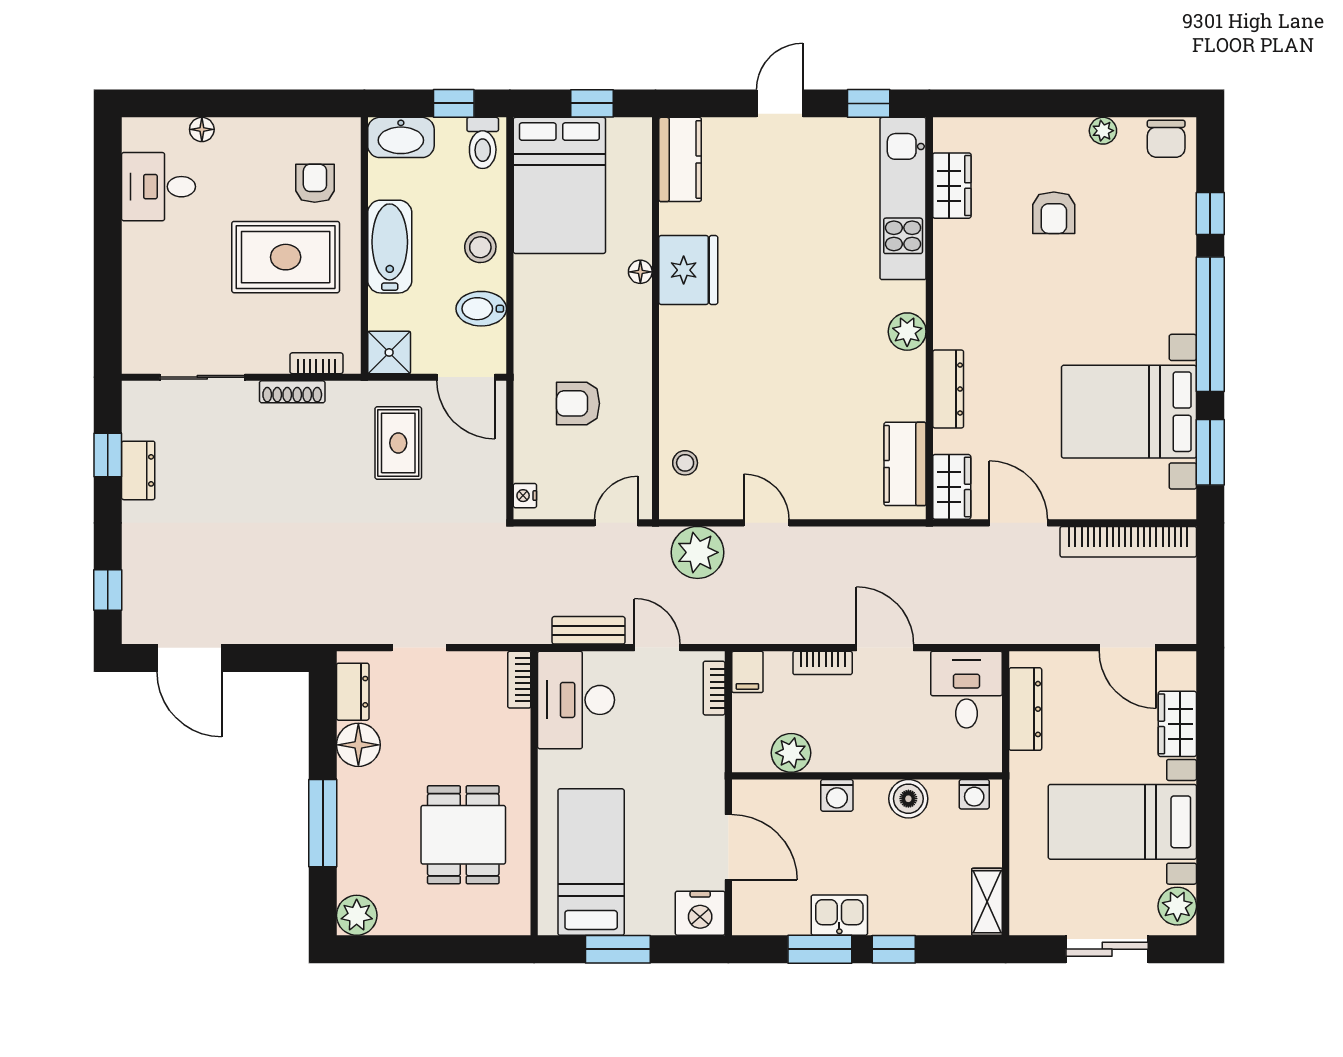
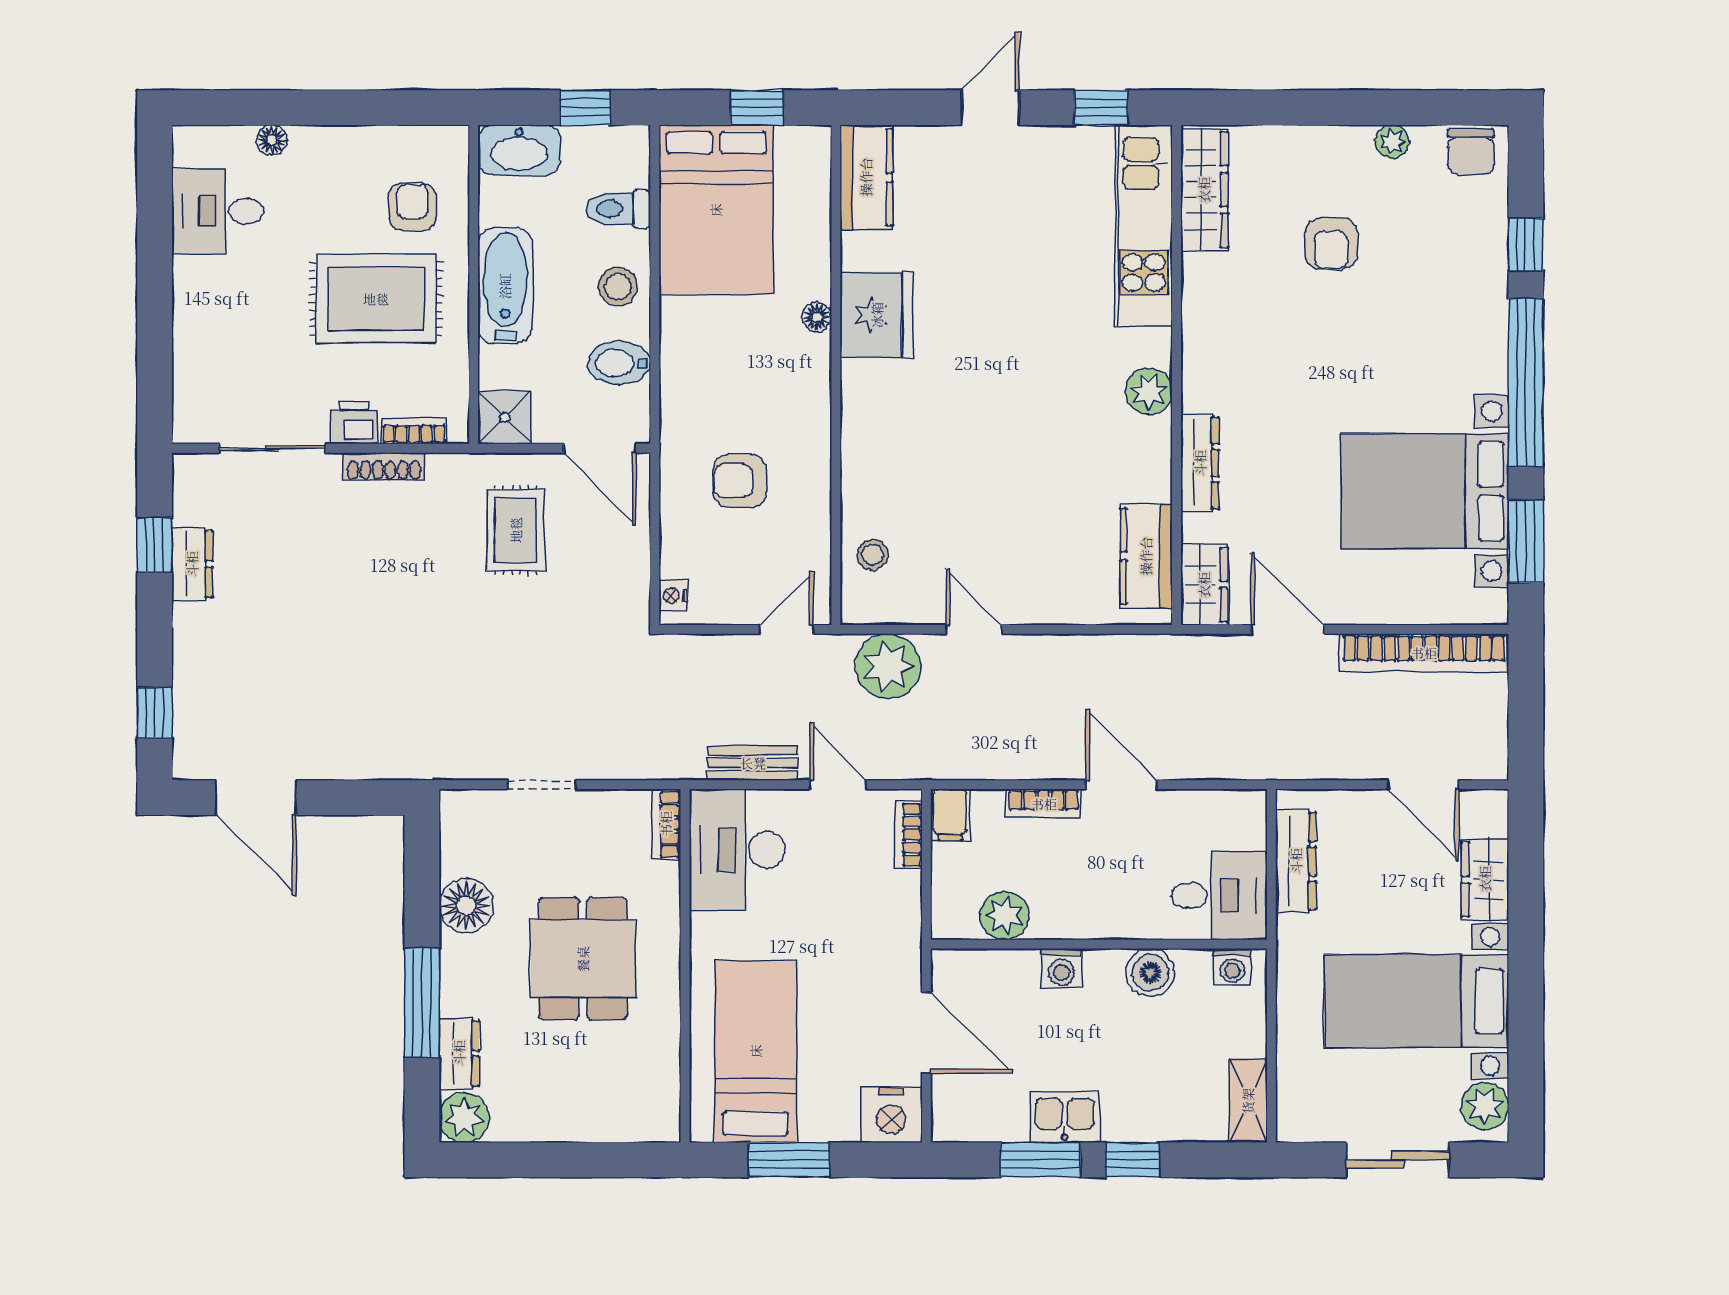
toilet: (483, 143) -> (618, 209), moved, turned 90
wardrobe: (952, 186) -> (1204, 190), width x1.50
printer: (268, 357) -> (354, 423), added
desk: (966, 690) -> (1219, 895), moved, turned 90
dresser: (353, 692) -> (459, 1053), moved
dining table: (463, 835) -> (583, 959), moved

